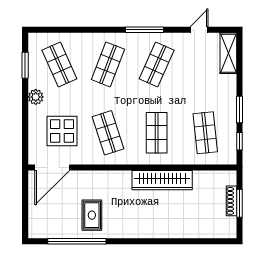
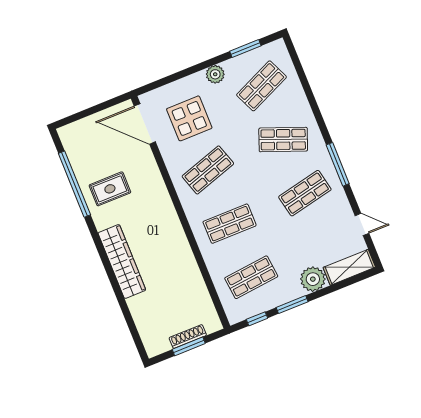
shop shelf: (157, 64) -> (305, 193), turned -36
plant: (226, 85) -> (313, 279), added
wardrobe: (162, 180) -> (122, 262), moved, turned 180

